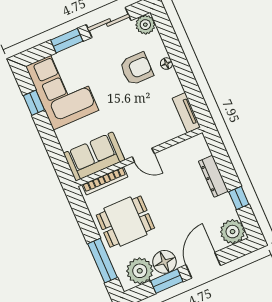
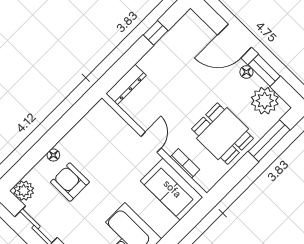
tv unit: (186, 113) -> (93, 117), removed
dresser: (213, 176) -> (126, 84), moved
bookcase: (105, 181) -> (185, 163), width x0.64
plant: (233, 232) -> (191, 26), removed
floor lamp: (165, 262) -> (246, 72), width x0.53, depth x0.53

